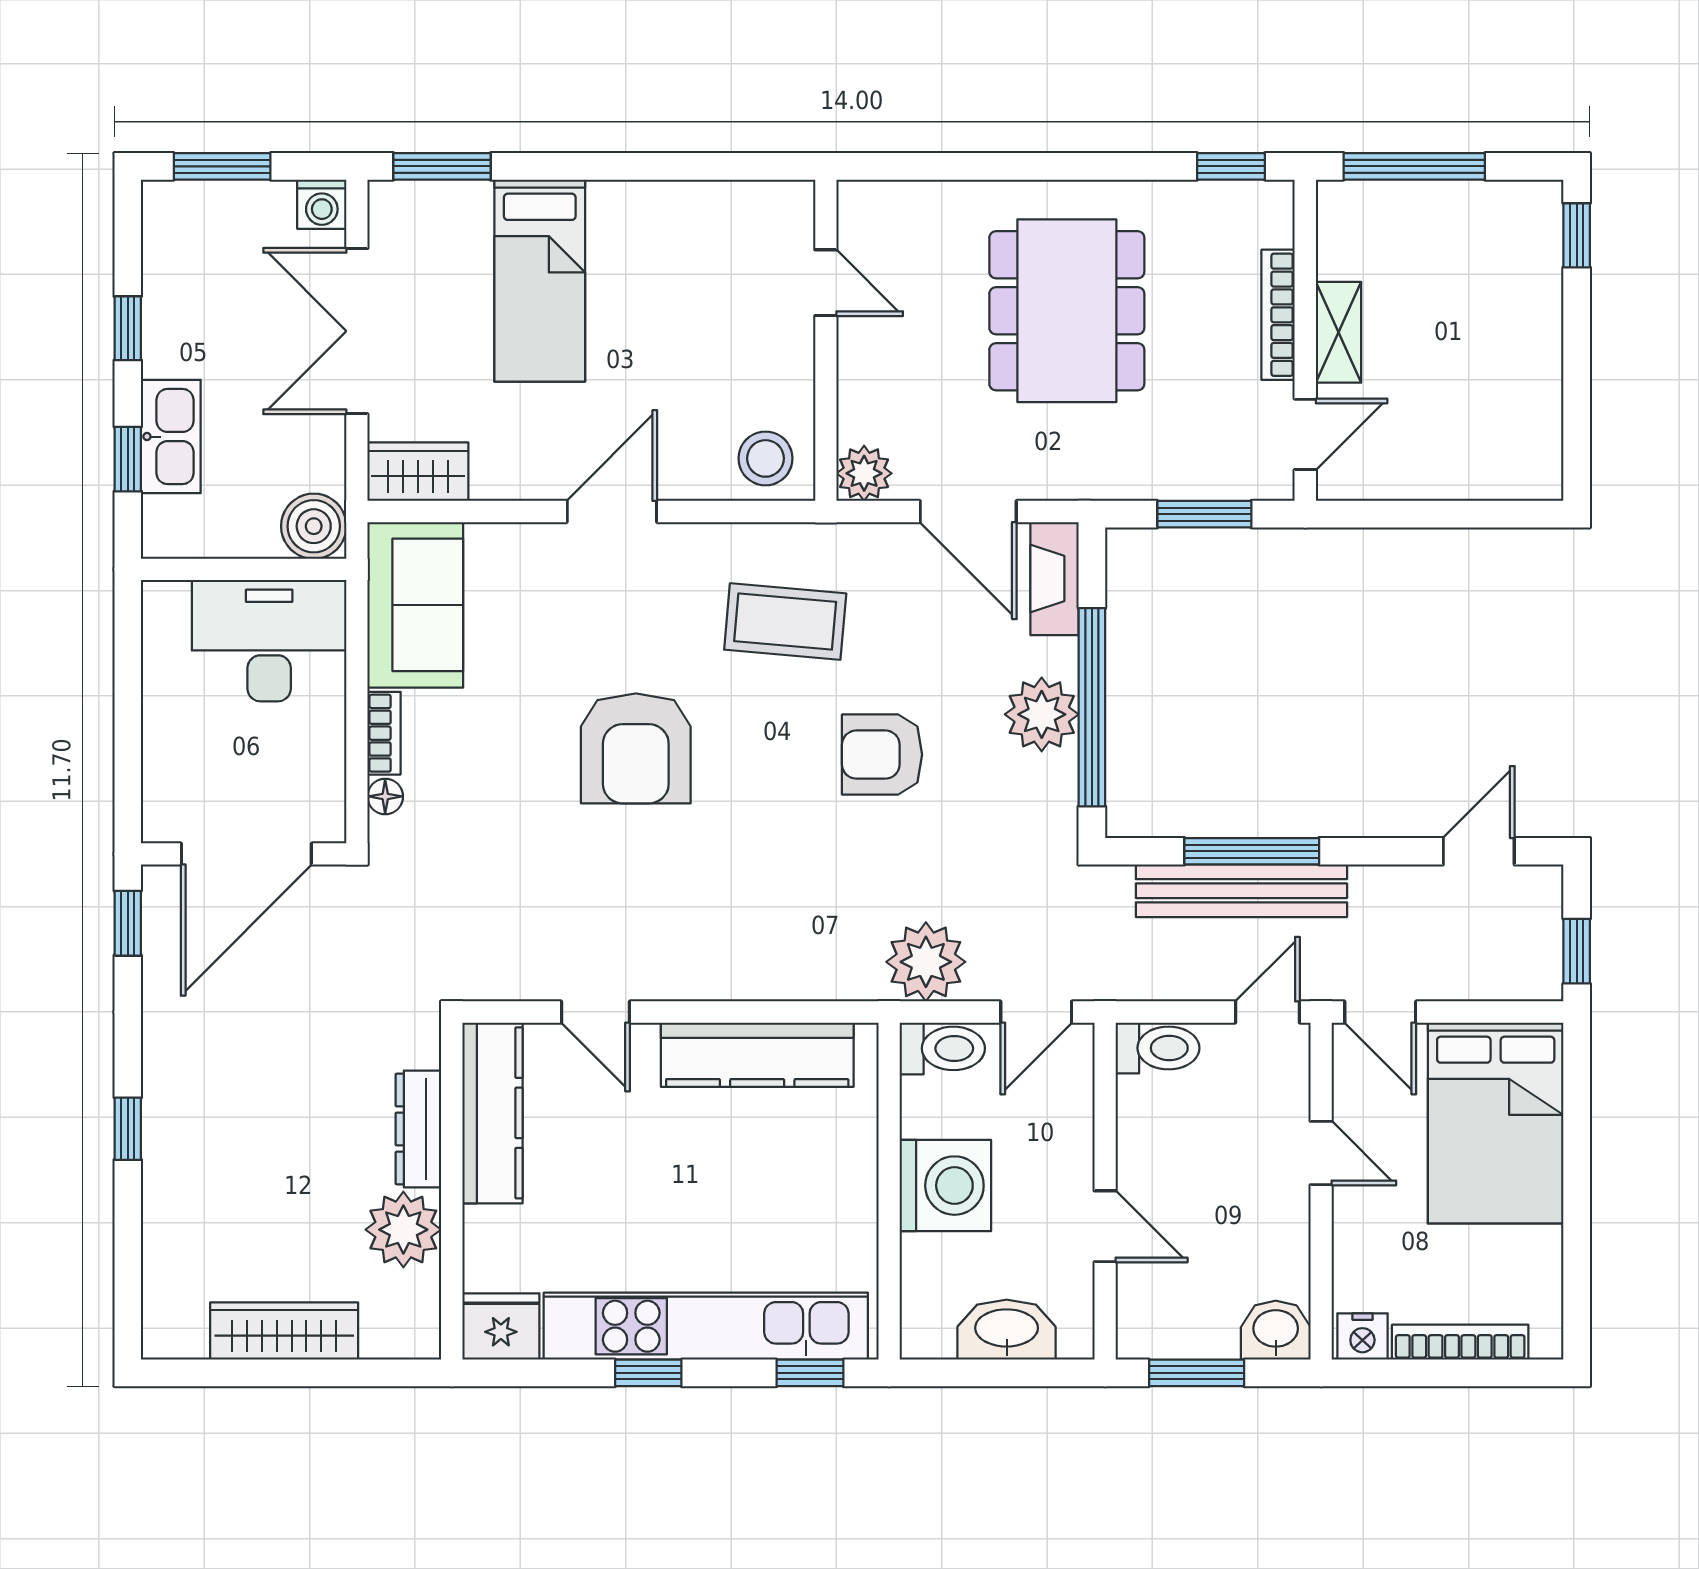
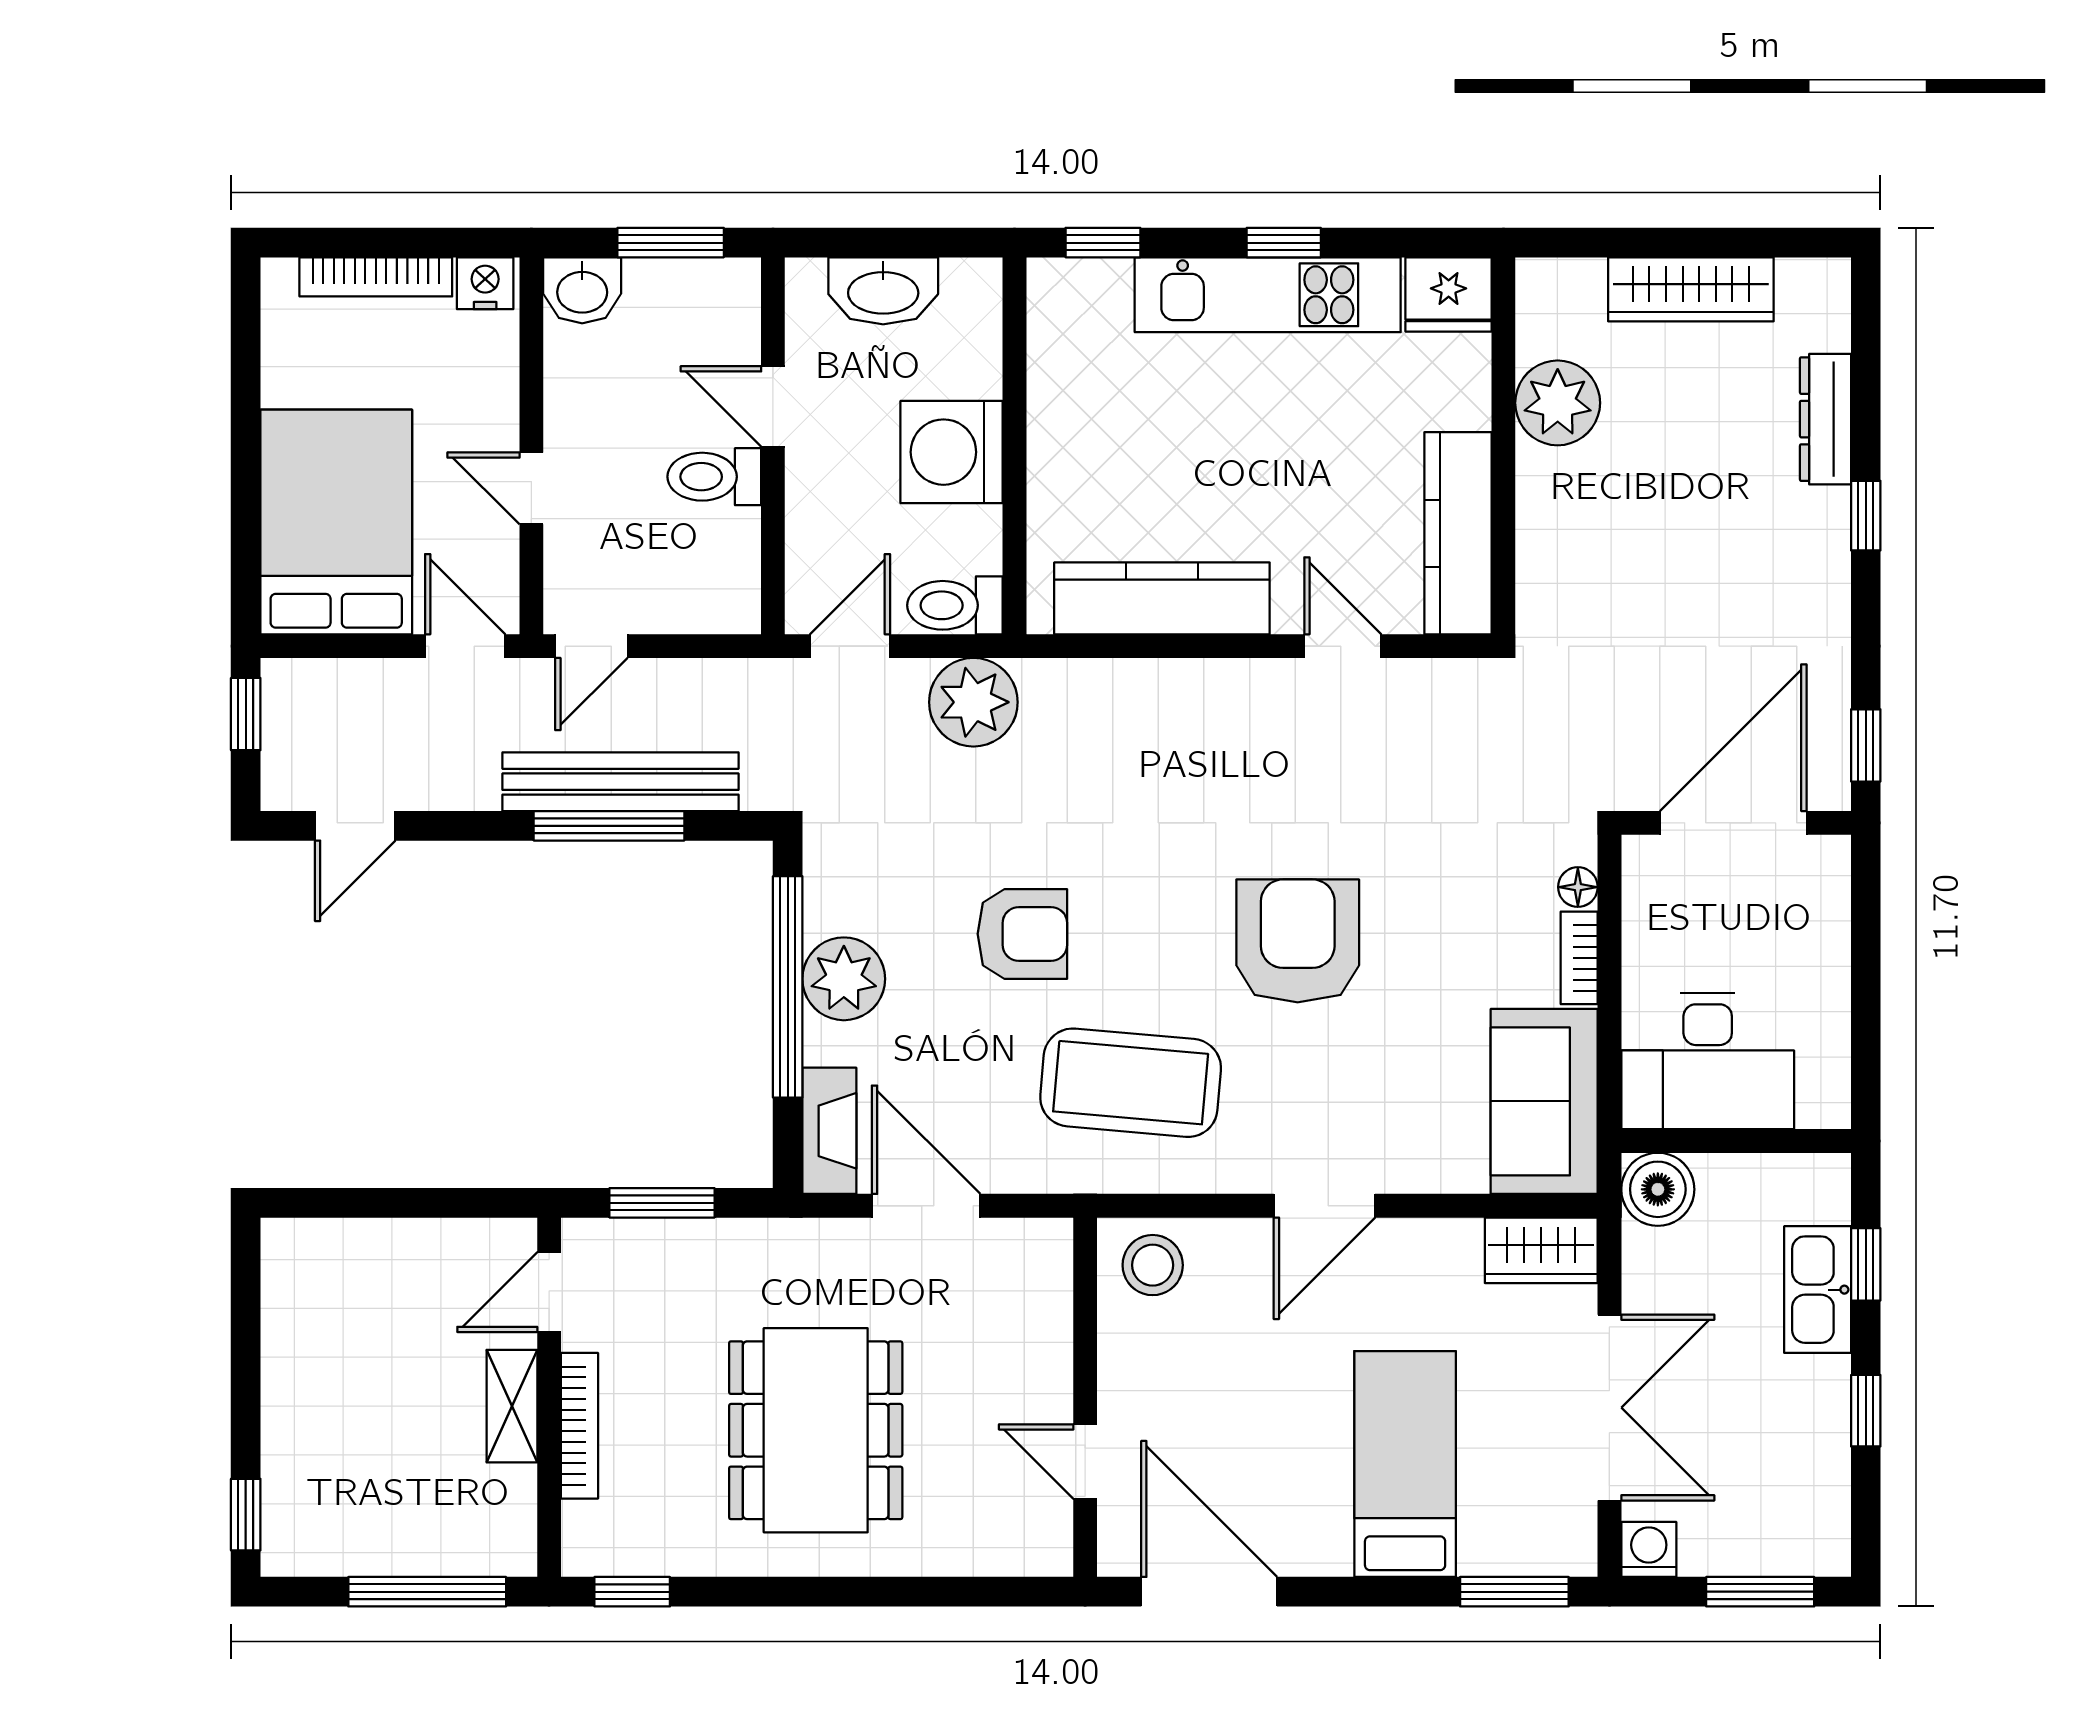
door: (715, 166) -> (1209, 1592), added
plant: (864, 473) -> (1042, 1248), removed
coffee table: (785, 622) -> (1131, 1083), width x1.36, depth x1.32
toilet: (1158, 1048) -> (714, 477), moved
dresser: (418, 1129) -> (1825, 419), moved, turned 180
kitchen unit: (706, 1326) -> (1268, 295), width x0.73

